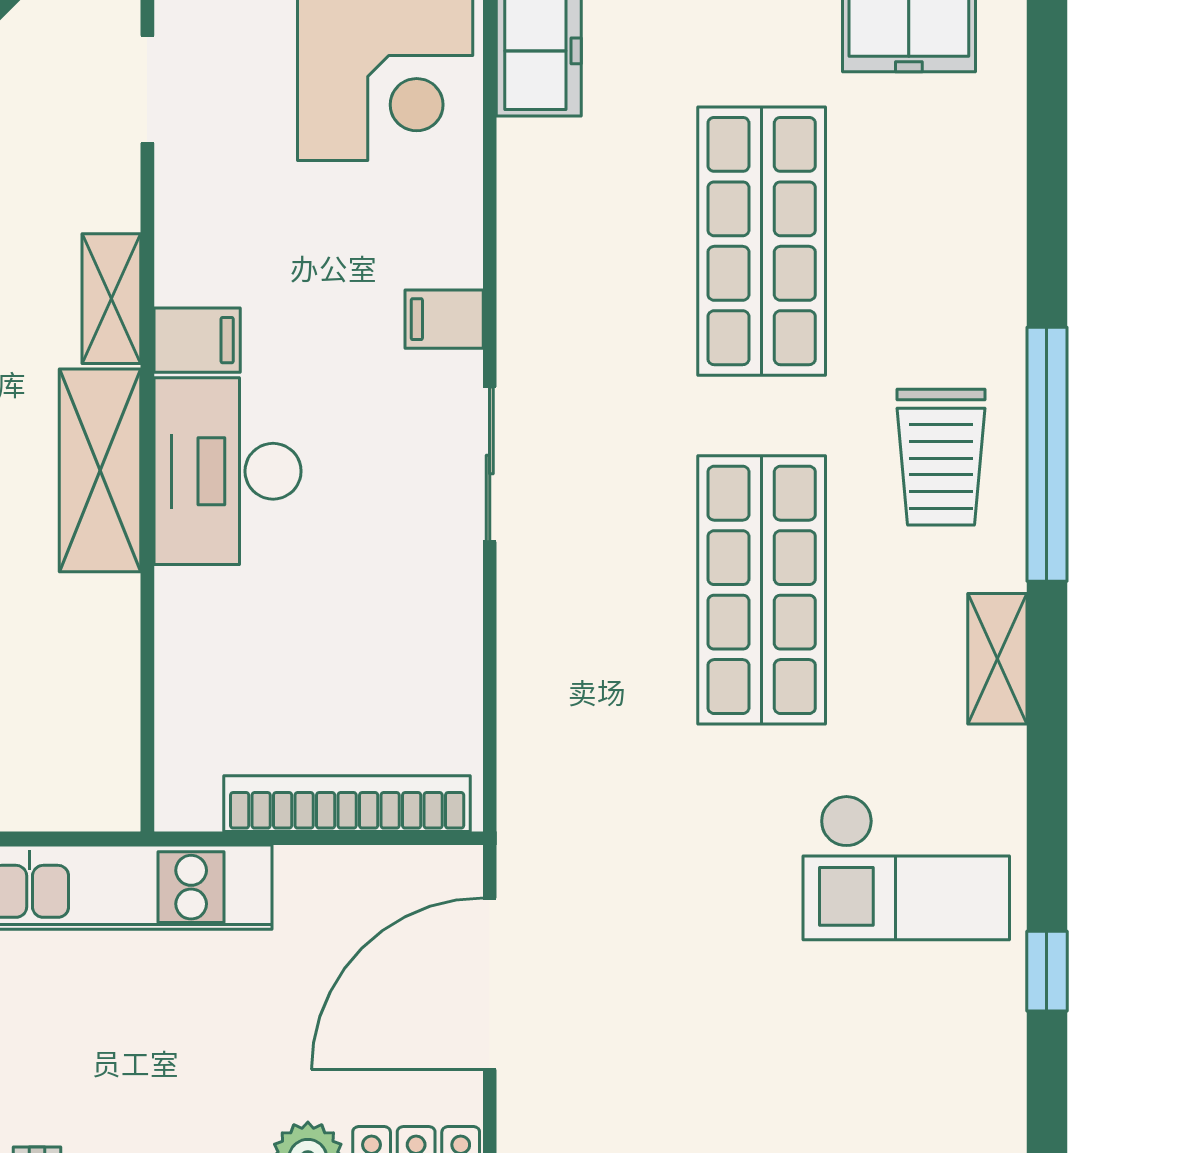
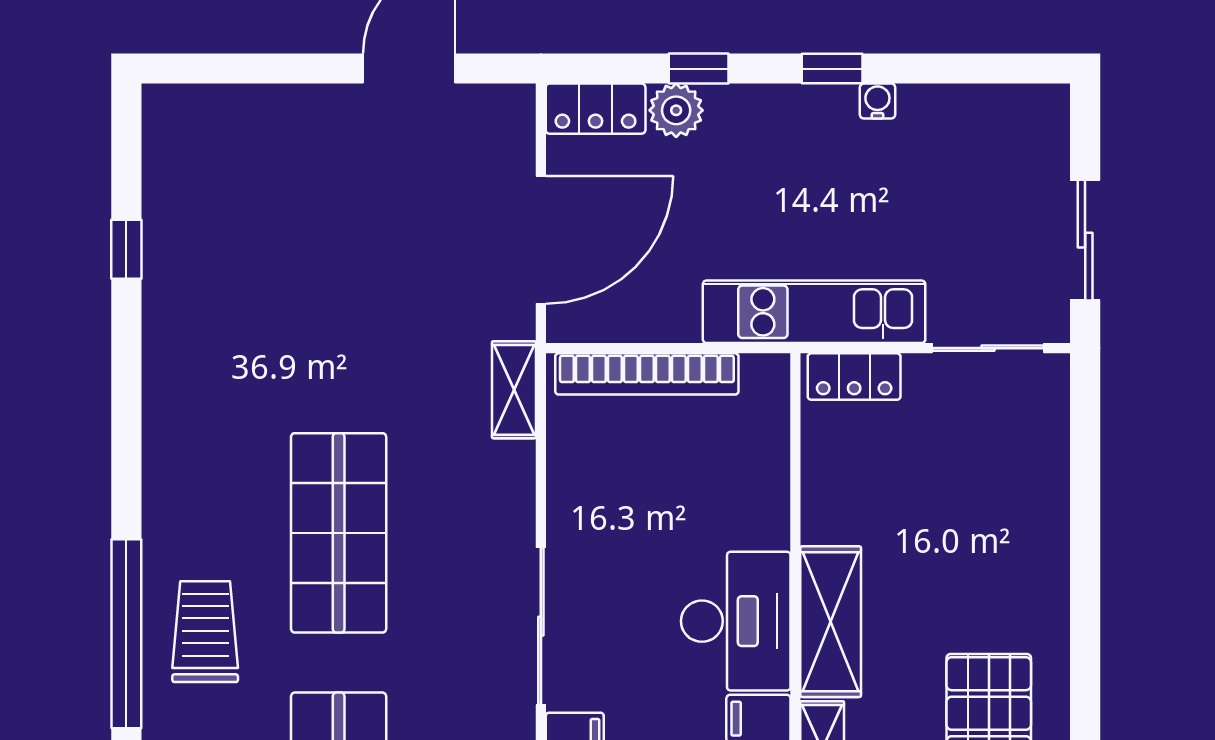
sliding door: (490, 464) -> (541, 626), width x1.37
shelving: (997, 659) -> (514, 390), moved
locker: (68, 800) -> (854, 377), added
checkout: (906, 867) -> (231, 326), removed

